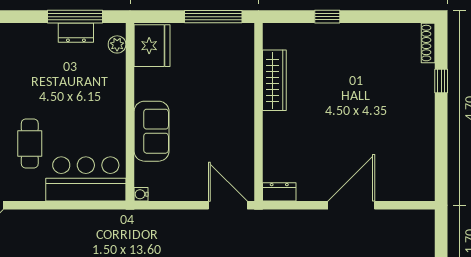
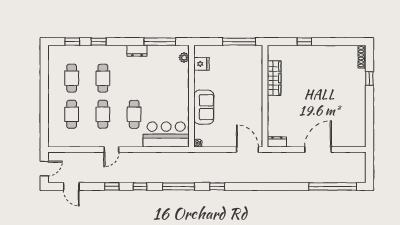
dresser: (76, 33) -> (137, 51), moved
fridge: (152, 46) -> (201, 64), width x0.53, depth x0.75

